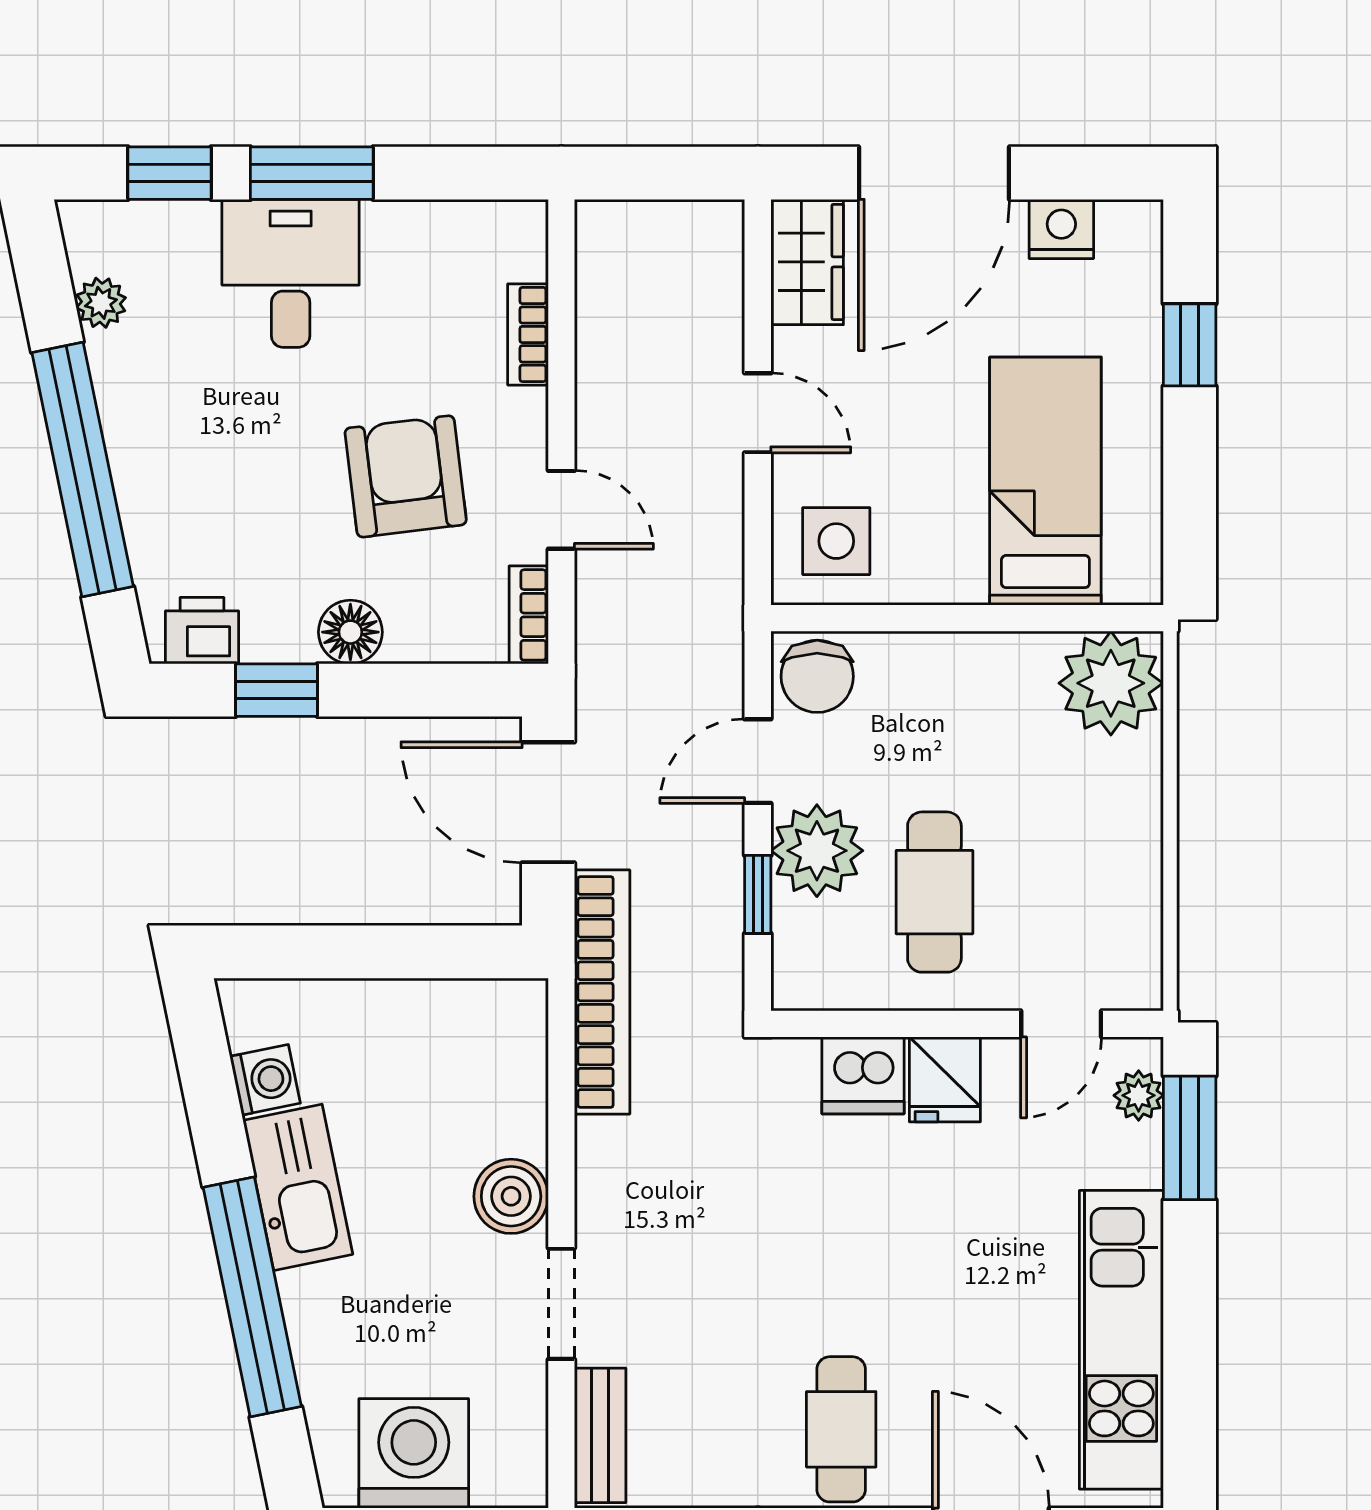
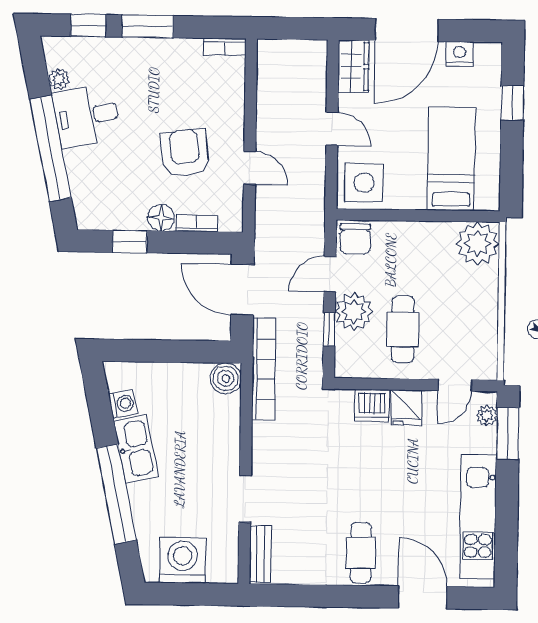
desk: (291, 273) -> (87, 116), moved, turned -102
bookcase: (528, 334) -> (225, 47), moved, turned -90
side table: (836, 541) -> (364, 183), width x1.37, depth x1.37
bookcase: (529, 615) -> (197, 223), moved, turned 90
printer: (202, 631) -> (99, 216), removed
boiler: (511, 1196) -> (226, 378), moved

